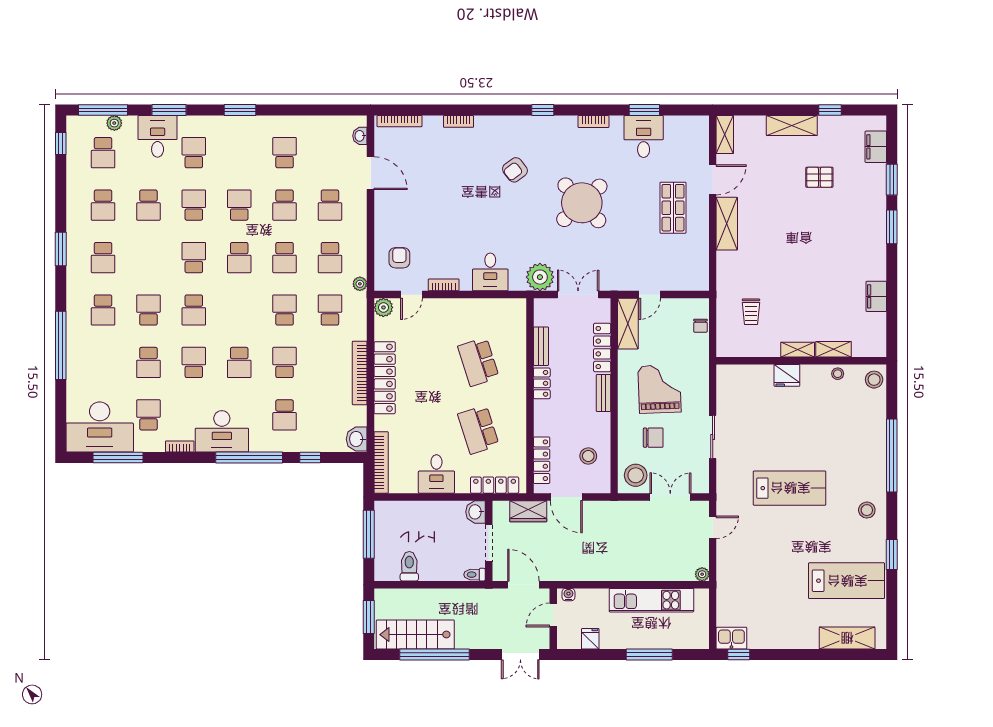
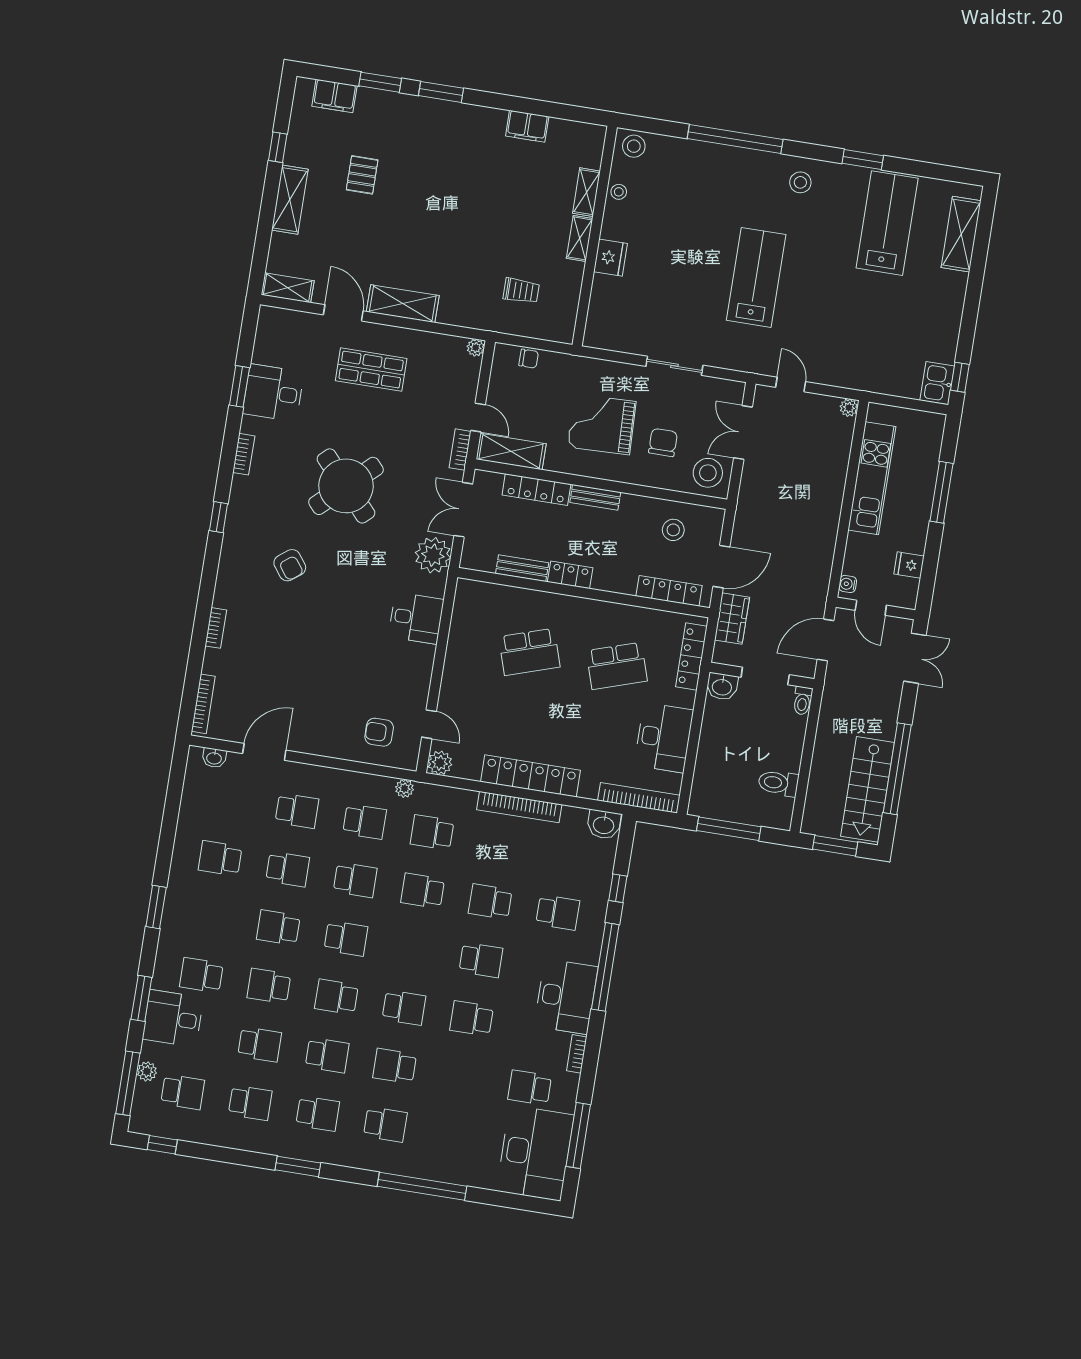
plant: (702, 284) -> (476, 348), added
bookcase: (444, 285) -> (460, 450), moved
school desk: (148, 362) -> (327, 1055), moved
desk: (436, 474) -> (664, 738), width x1.37

